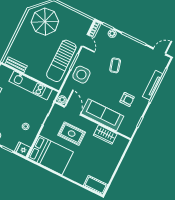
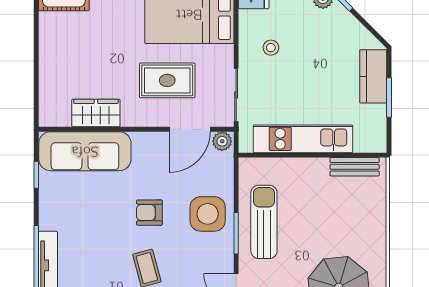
sun lounger: (61, 61) -> (264, 222), width x0.73, depth x0.75
armchair: (127, 99) -> (149, 213), moved
door: (72, 111) -> (190, 129), hinge flipped
sofa: (102, 115) -> (85, 151), moved

